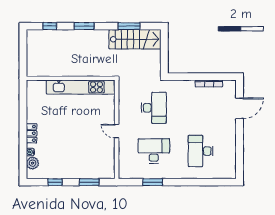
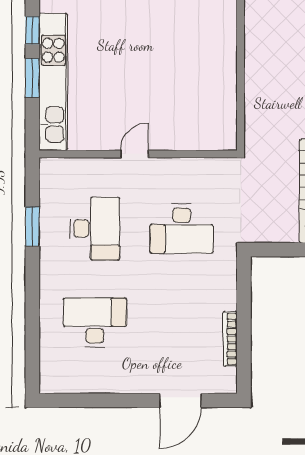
kitchen unit: (81, 87) -> (53, 82), moved, turned 180
door: (240, 108) -> (180, 400), hinge flipped
window: (89, 182) -> (32, 78), moved

